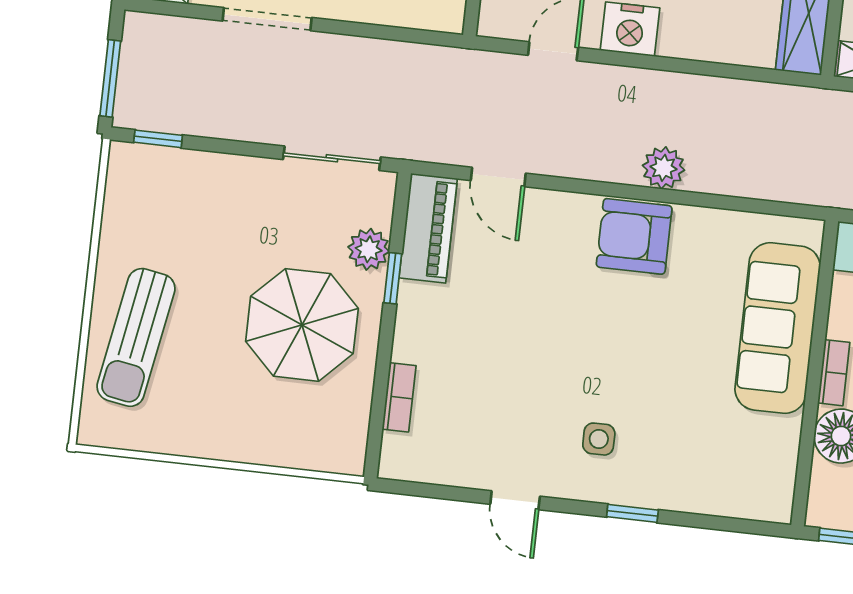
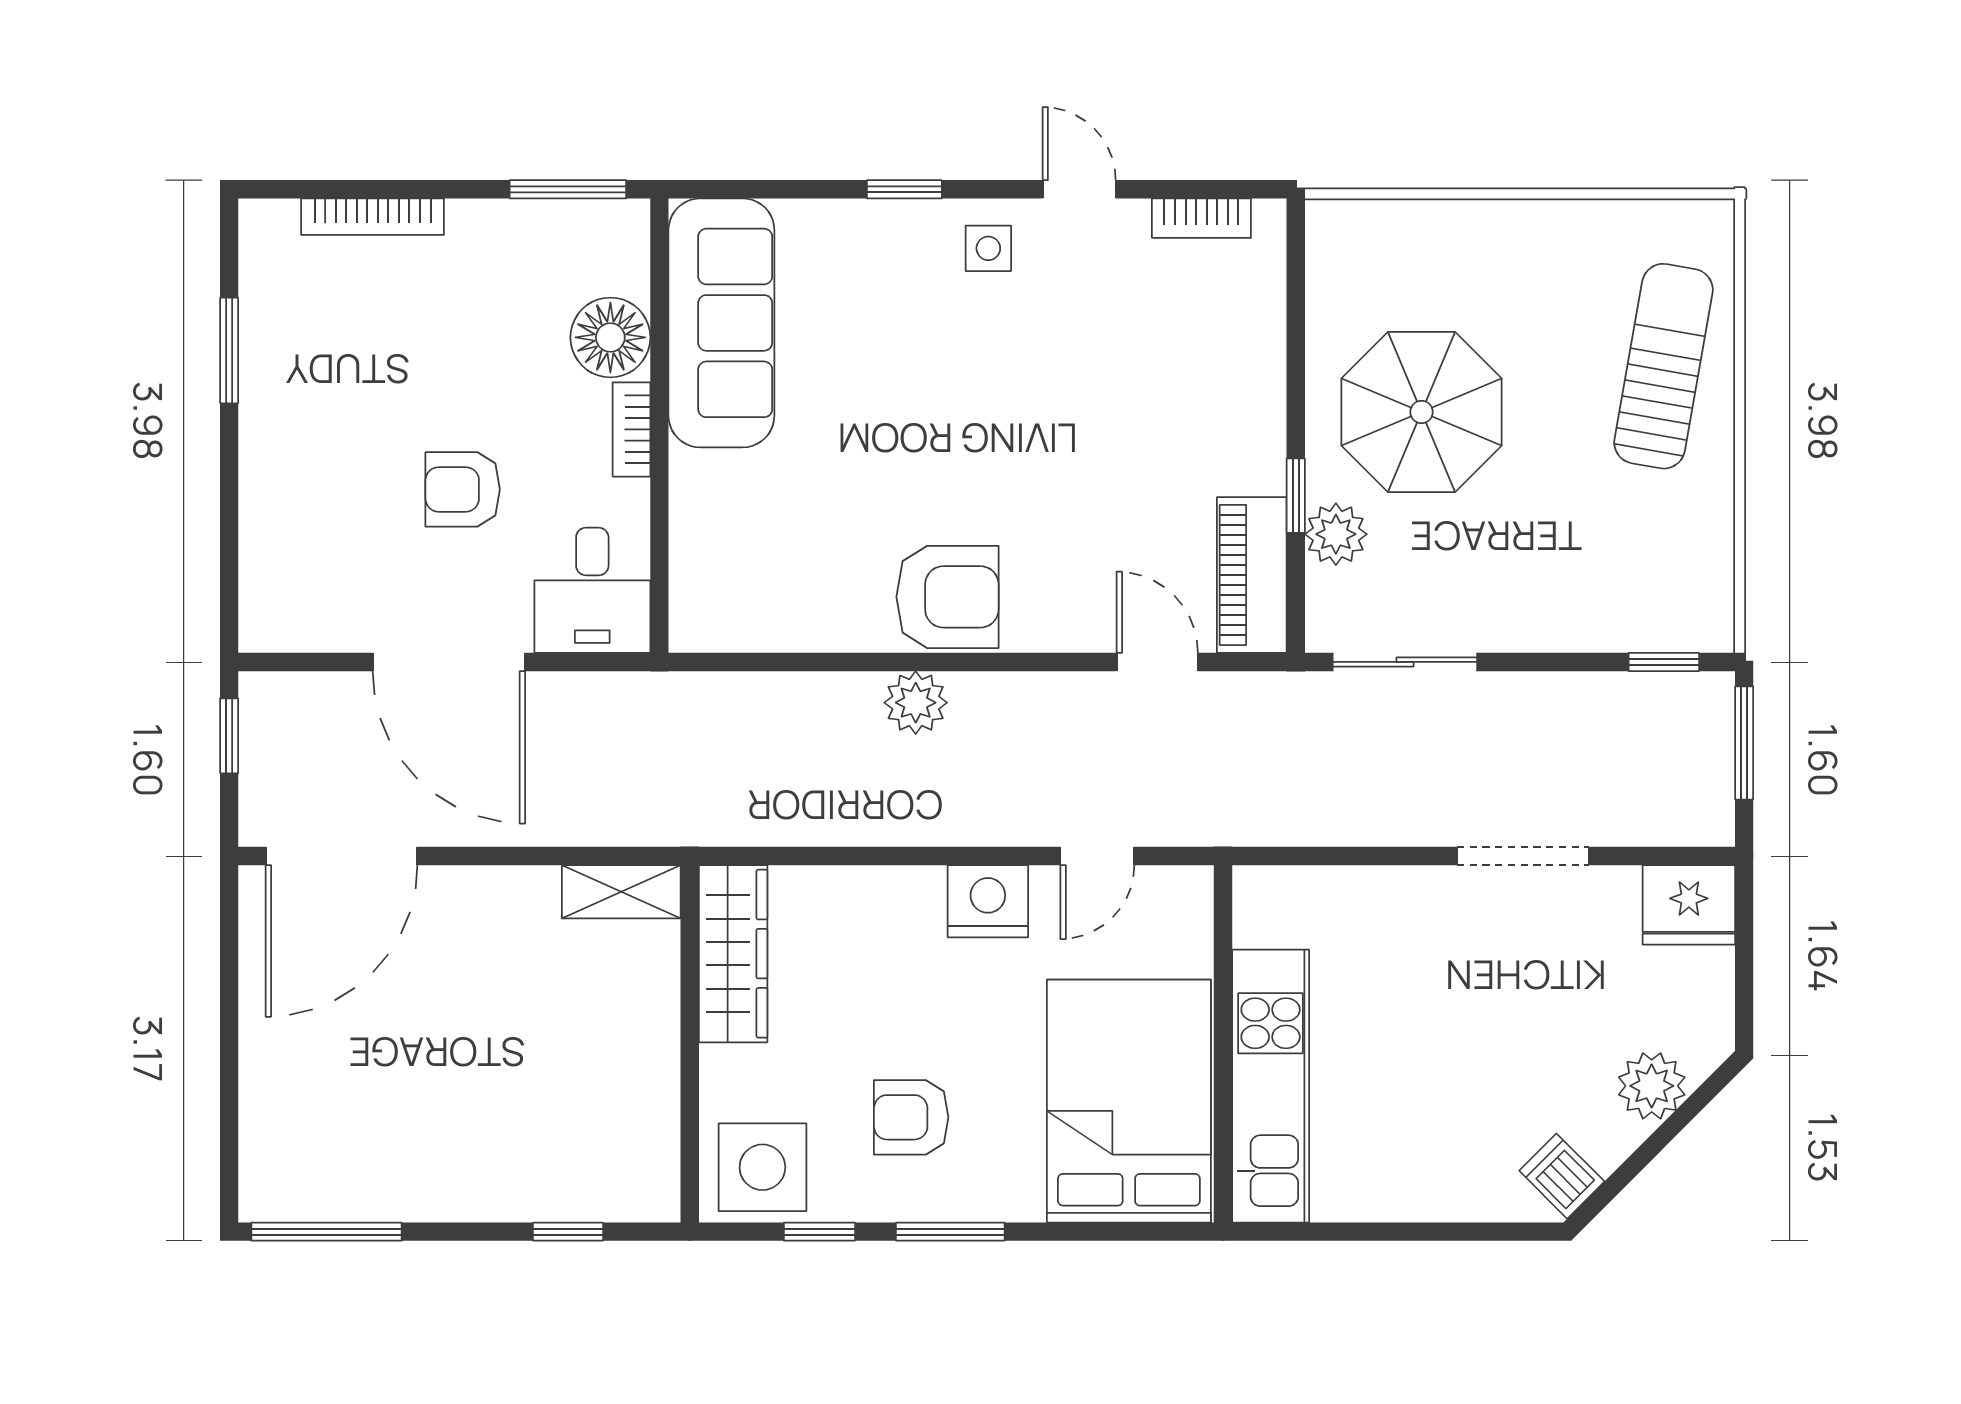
sofa: (778, 328) -> (721, 323), moved
bookcase: (399, 397) -> (1201, 218), moved, turned -90
side table: (599, 439) -> (988, 248), moved

